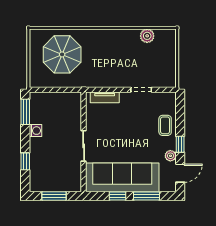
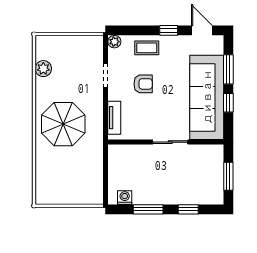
parasol: (62, 54) -> (63, 124), moved
window: (25, 112) -> (148, 209), moved
armchair: (134, 122) -> (143, 84), added
washing machine: (36, 131) -> (125, 198), moved
plant: (170, 156) -> (114, 42), moved

